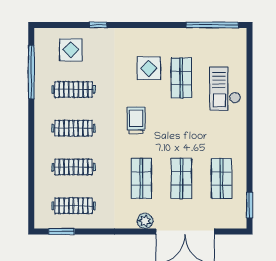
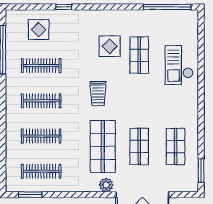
trolley: (136, 120) -> (98, 94), turned 180
shop shelf: (141, 178) -> (103, 146), width x1.43, depth x1.36

